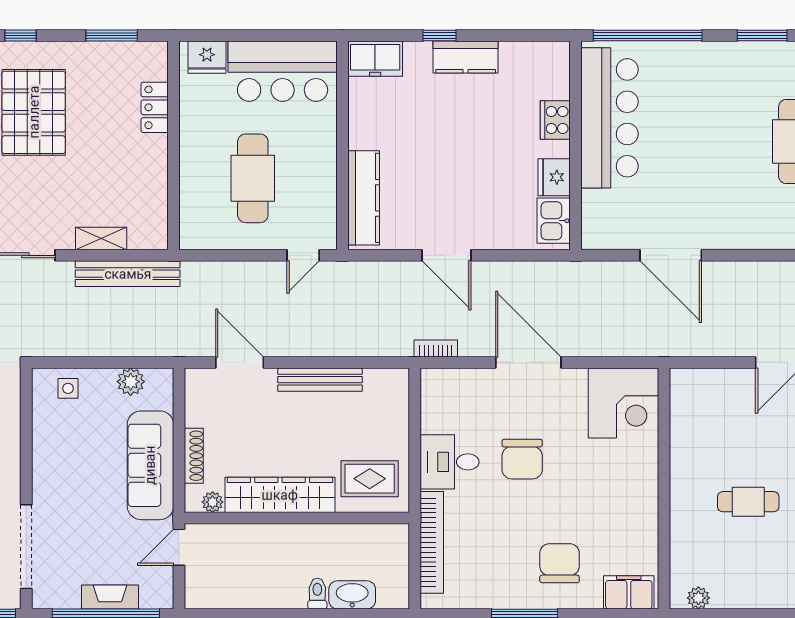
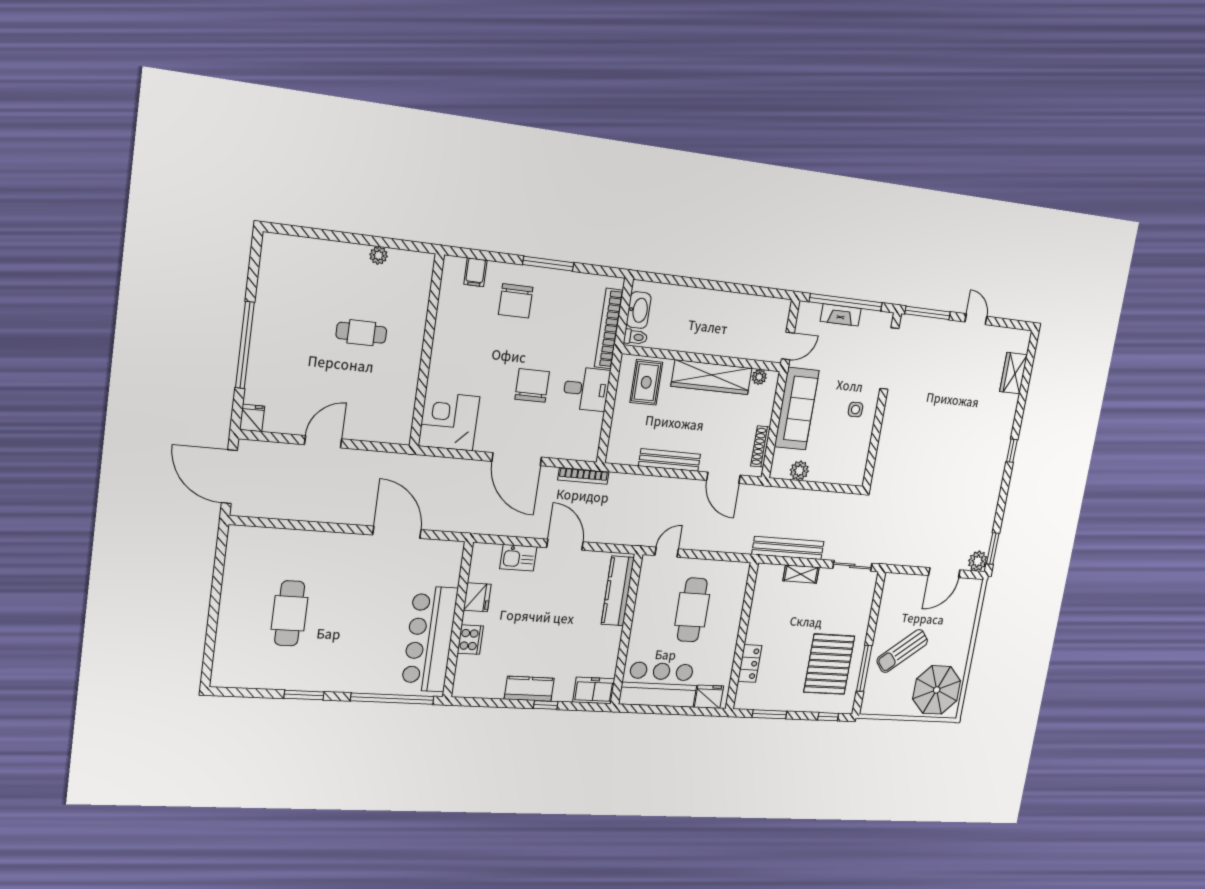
kitchen sink: (554, 221) -> (518, 558), moved, turned 90
bookcase: (436, 348) -> (583, 476), width x1.56
side table: (68, 388) -> (855, 410), moved
shoe rack: (194, 456) -> (760, 447), moved
rug: (370, 479) -> (646, 382), turned 90
filing cabinet: (629, 592) -> (475, 272), width x0.50
toilet: (317, 594) -> (635, 337), moved, turned -90
washbasin: (352, 595) -> (639, 310), moved, turned -90
plant: (698, 598) -> (379, 255), moved

